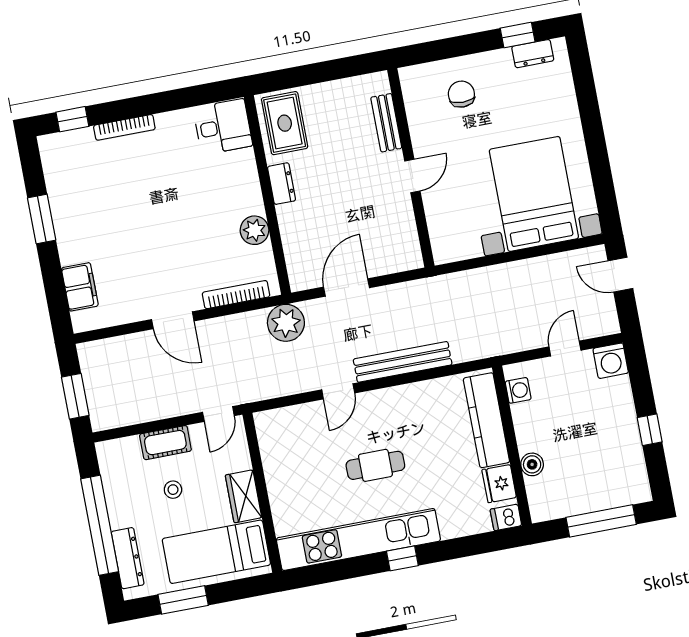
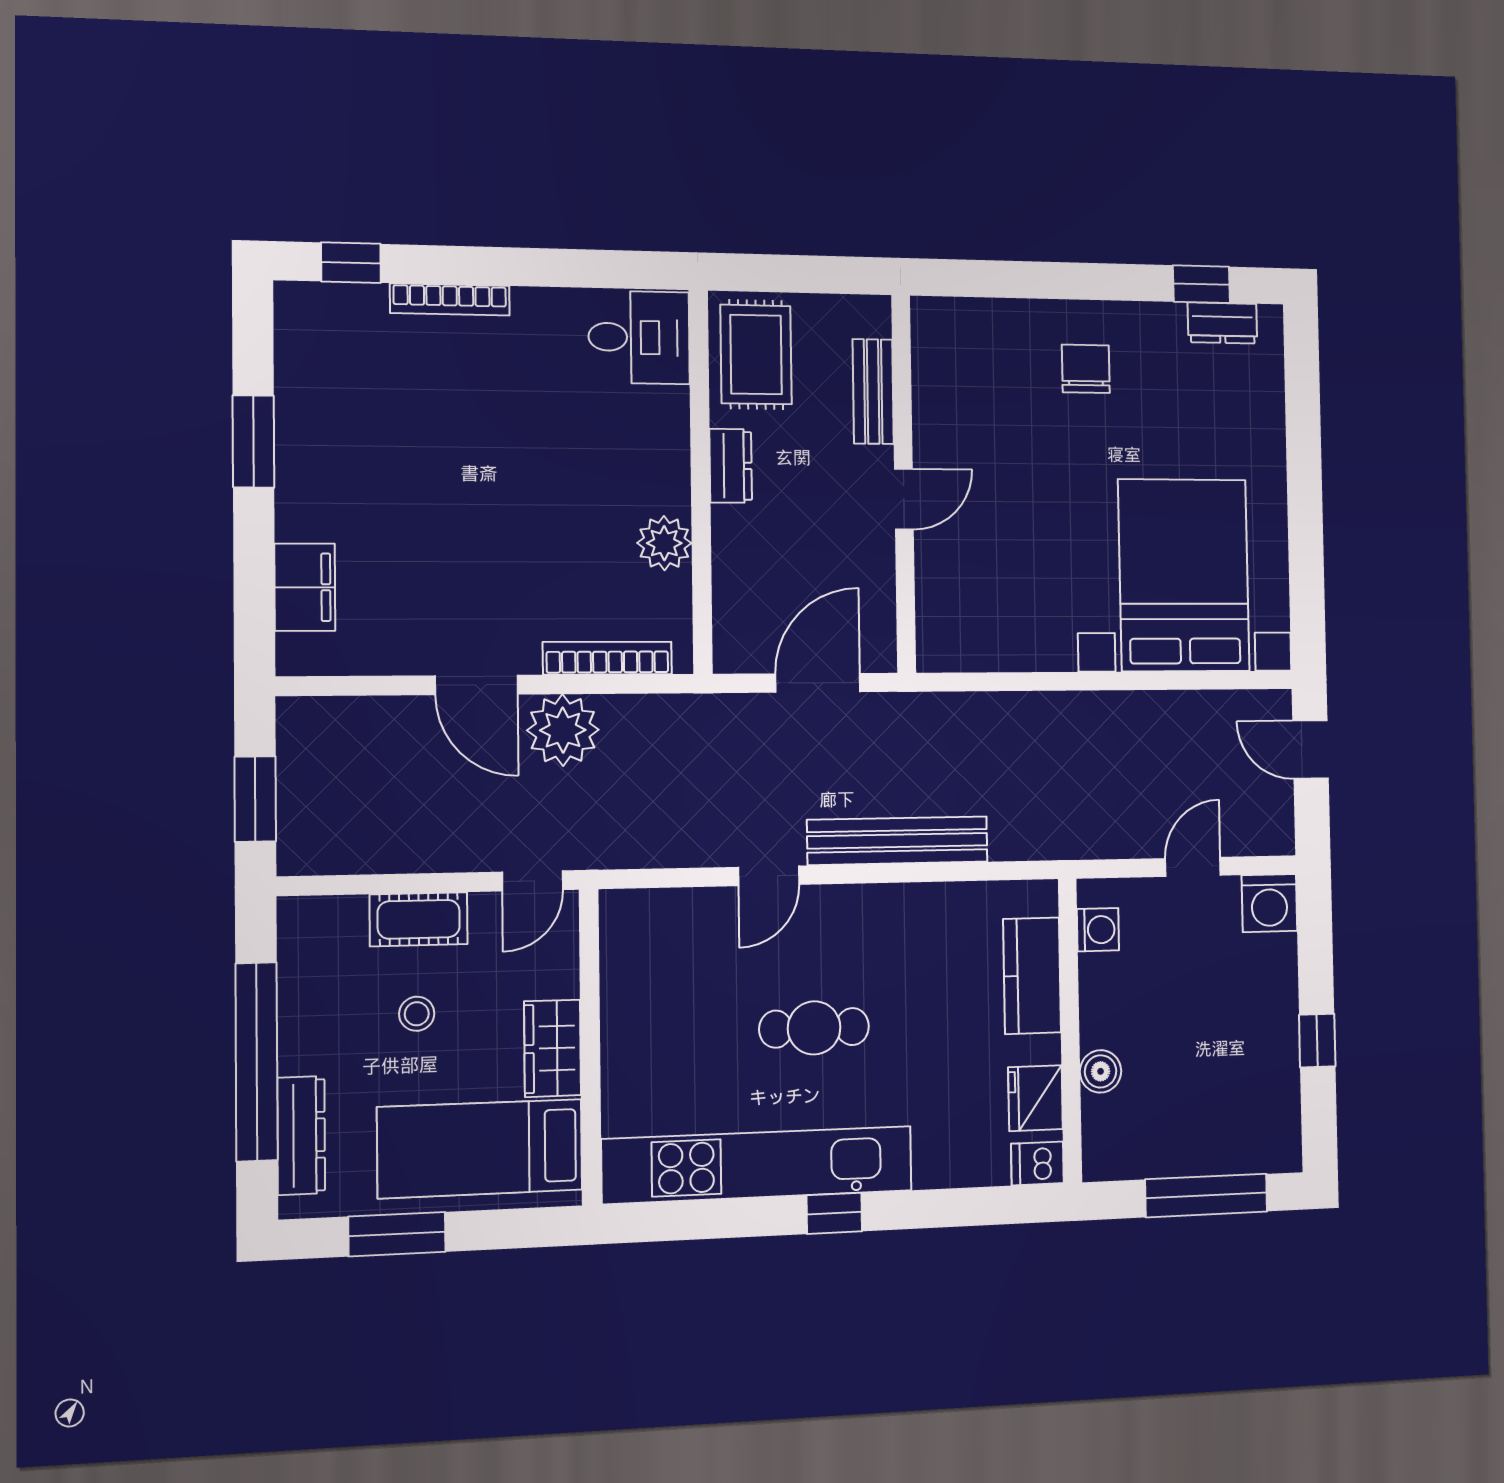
bench: (386, 123) -> (873, 391), moved
wall: (411, 168) -> (904, 483), moved
door: (412, 176) -> (904, 499), moved
plant: (286, 323) -> (563, 730), moved
kitchen counter: (486, 420) -> (1032, 976), width x0.67

